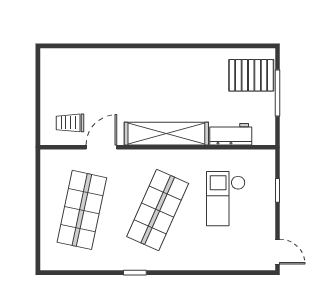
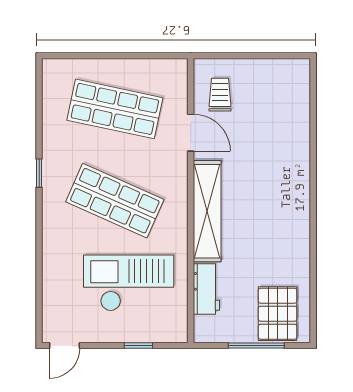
checkout: (226, 199) -> (129, 283), width x1.36, depth x1.21

